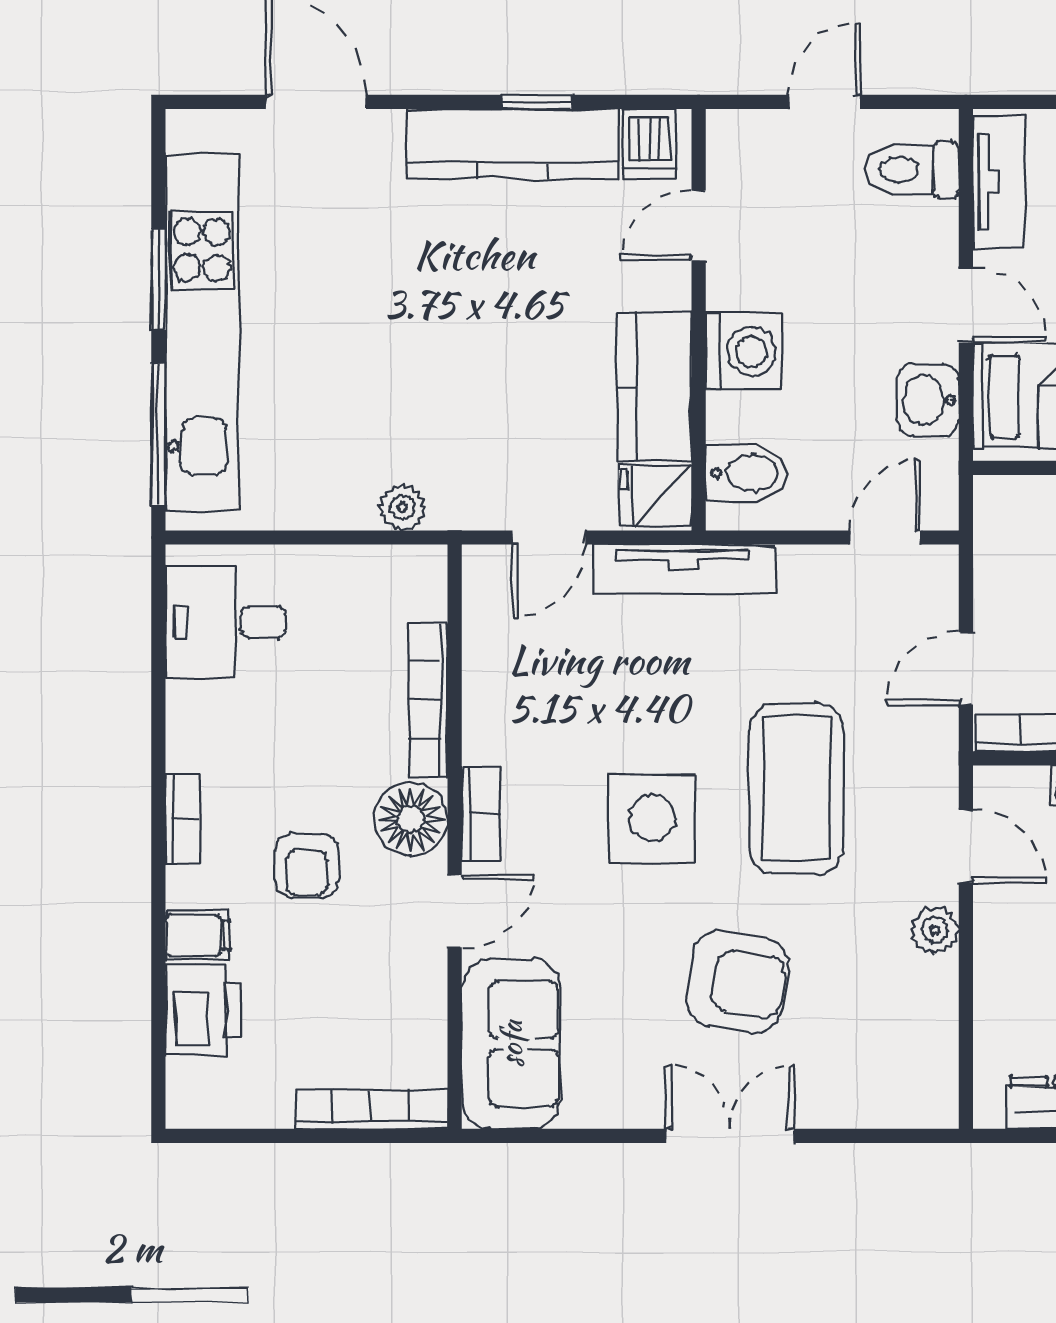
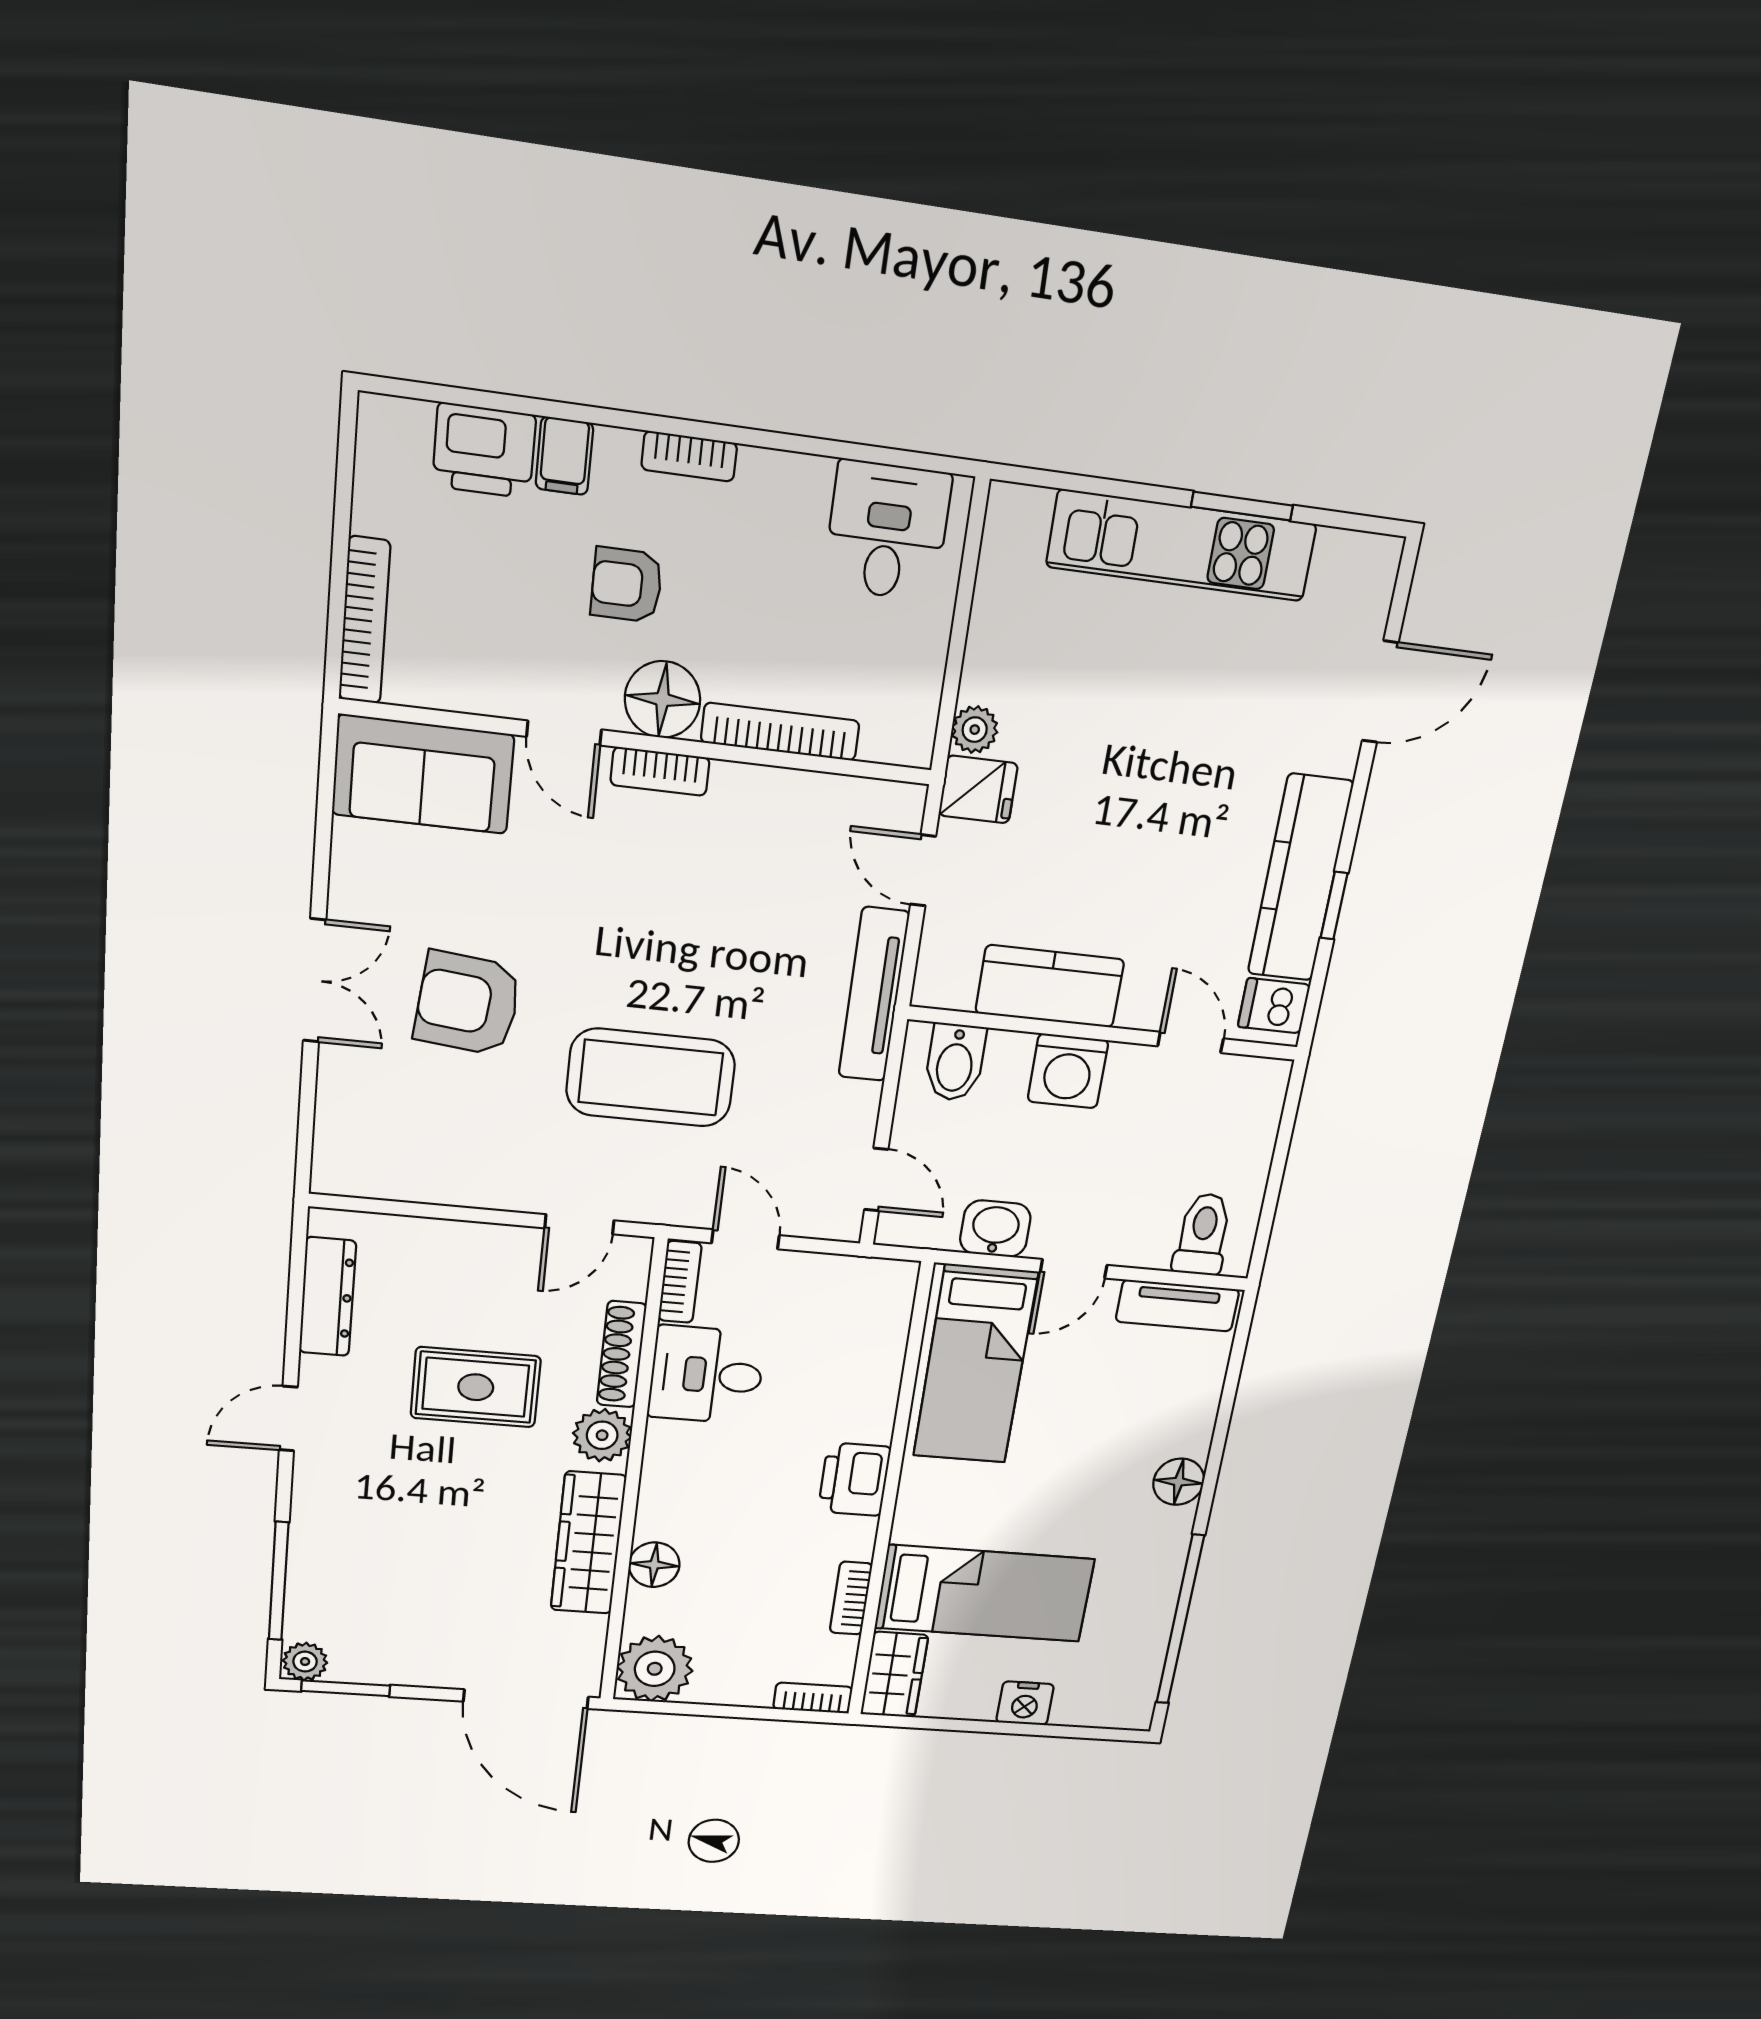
door: (824, 102) -> (1278, 1165), removed
kitchen unit: (202, 332) -> (1182, 545), width x0.73
window: (158, 434) -> (1088, 485), removed
fridge: (655, 496) -> (978, 789), moved, turned 90
side table: (652, 818) -> (637, 939), removed
plant: (935, 930) -> (503, 1190), removed
armchair: (737, 982) -> (468, 1003), turned 86

